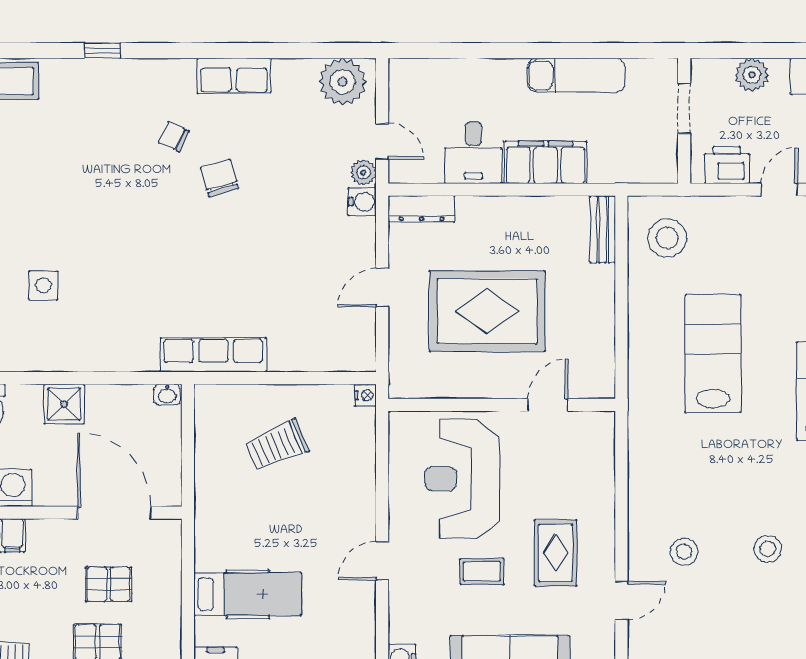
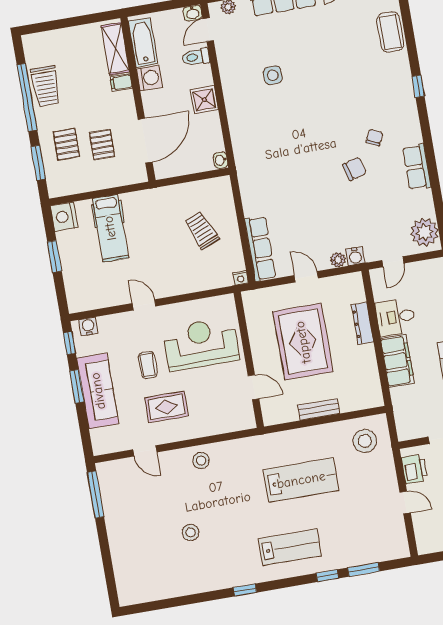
plant: (363, 172) -> (338, 260), moved
dresser: (422, 209) -> (362, 323), moved
bench: (603, 229) -> (319, 409), moved
row of seats: (213, 355) -> (260, 249), moved
stool: (684, 552) -> (201, 461), moved

